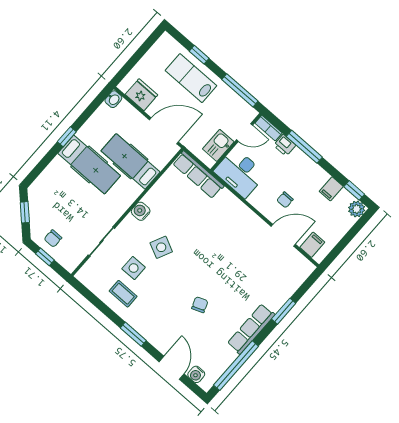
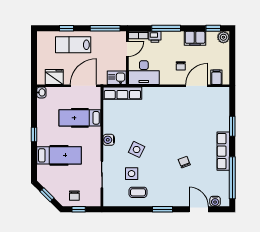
kitchen sink: (218, 145) -> (117, 78), moved, turned 90
hospital bed: (89, 164) -> (59, 155), moved
filing cabinet: (331, 189) -> (195, 38), width x2.00

